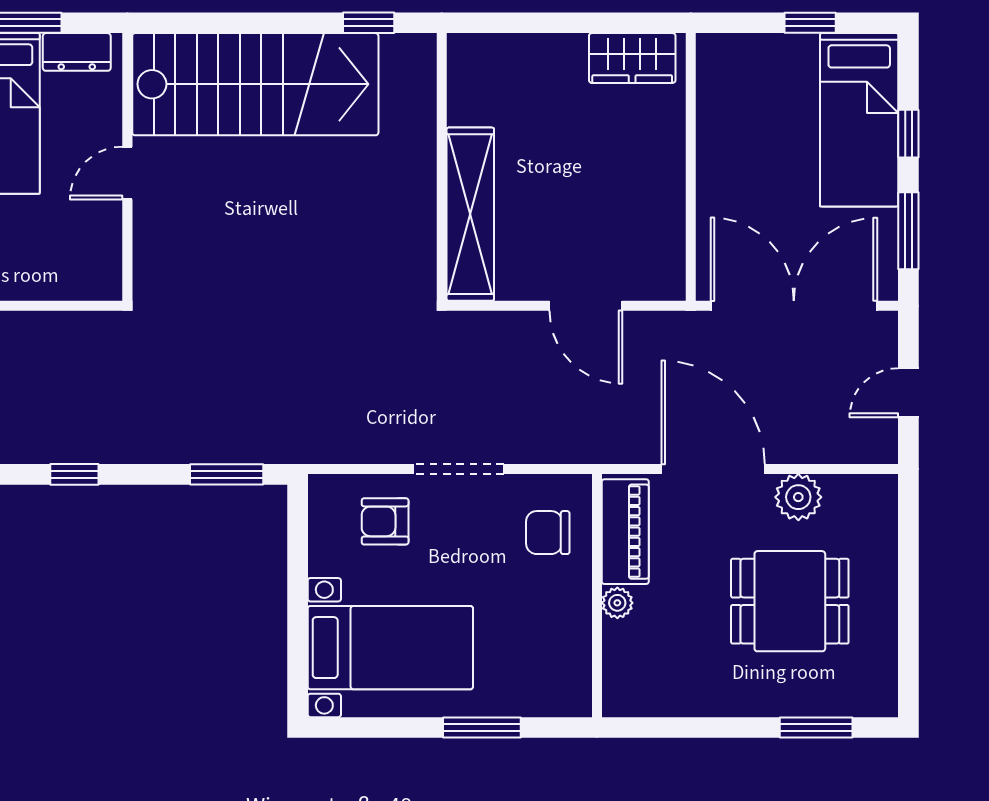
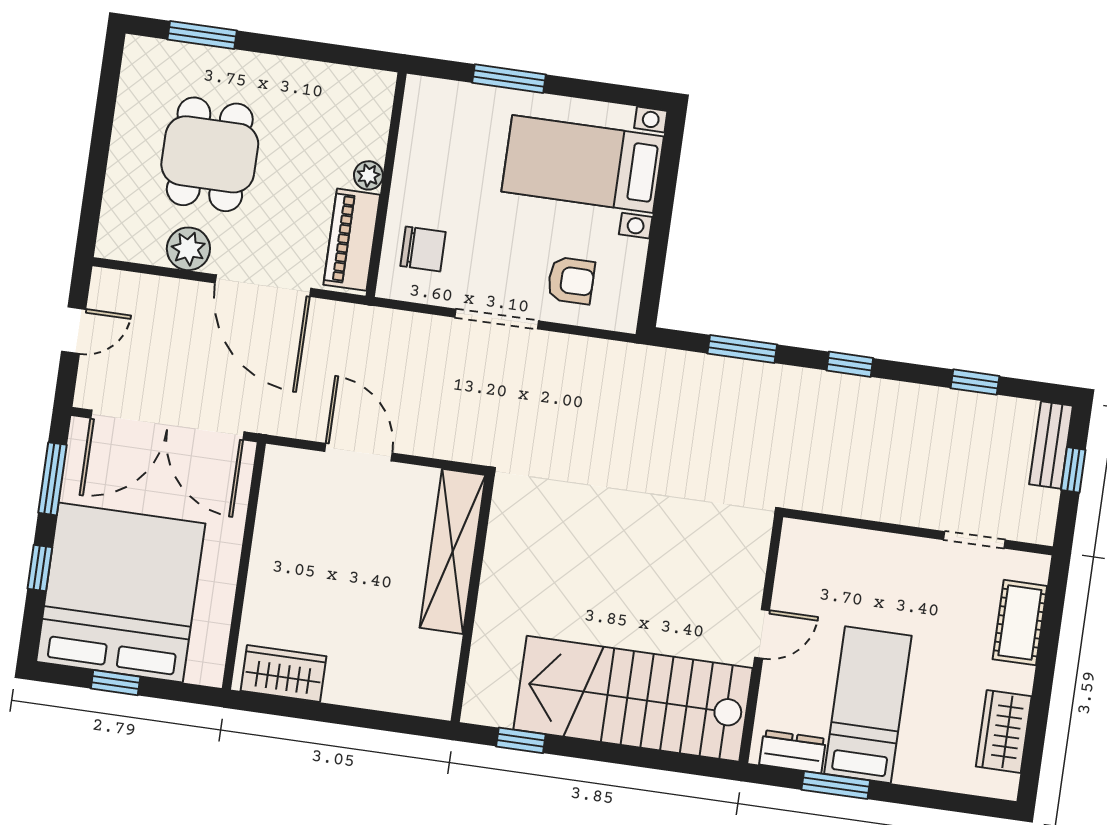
bed: (859, 120) -> (121, 593), width x2.04
window: (227, 474) -> (742, 349), moved
dining table: (790, 601) -> (210, 154), turned 90

